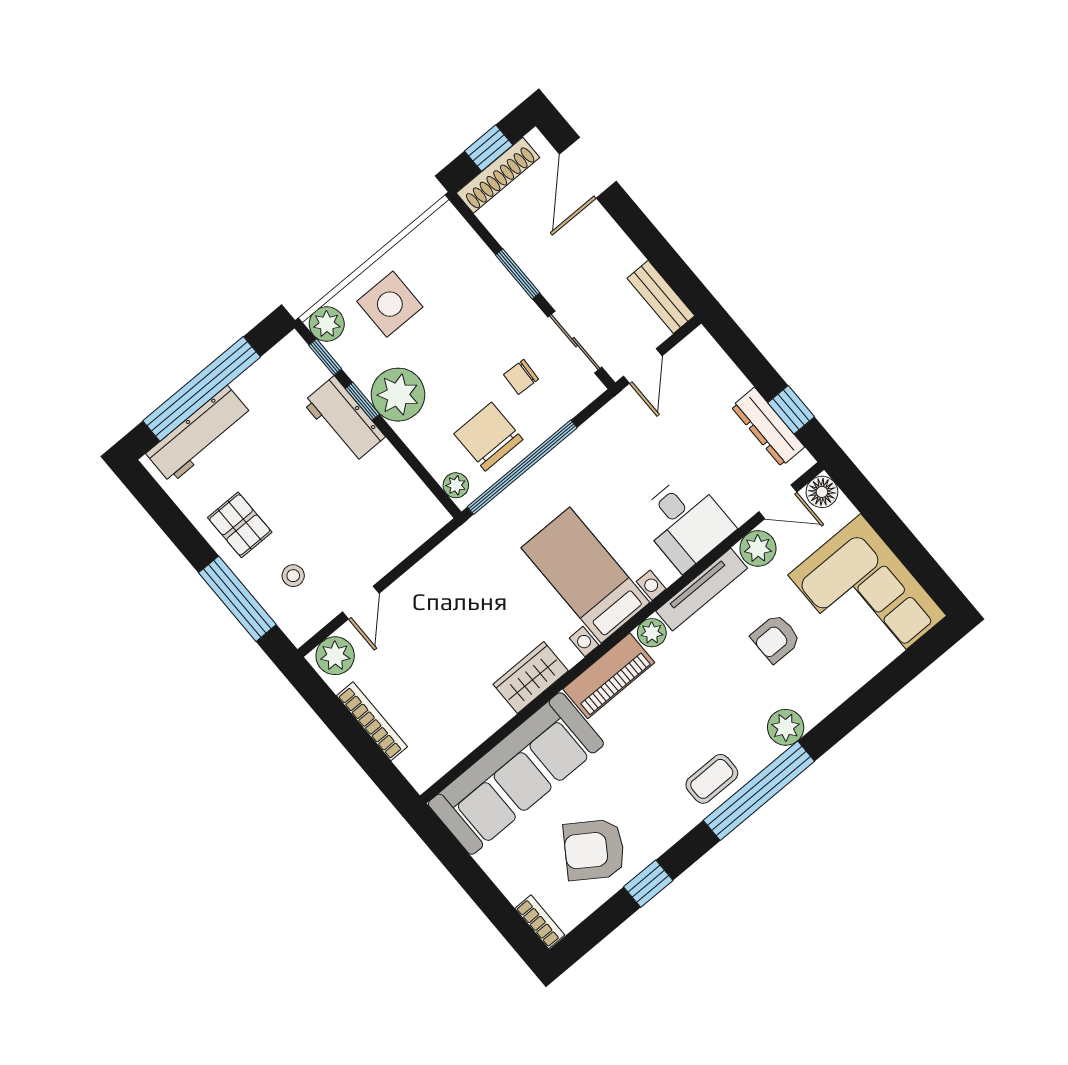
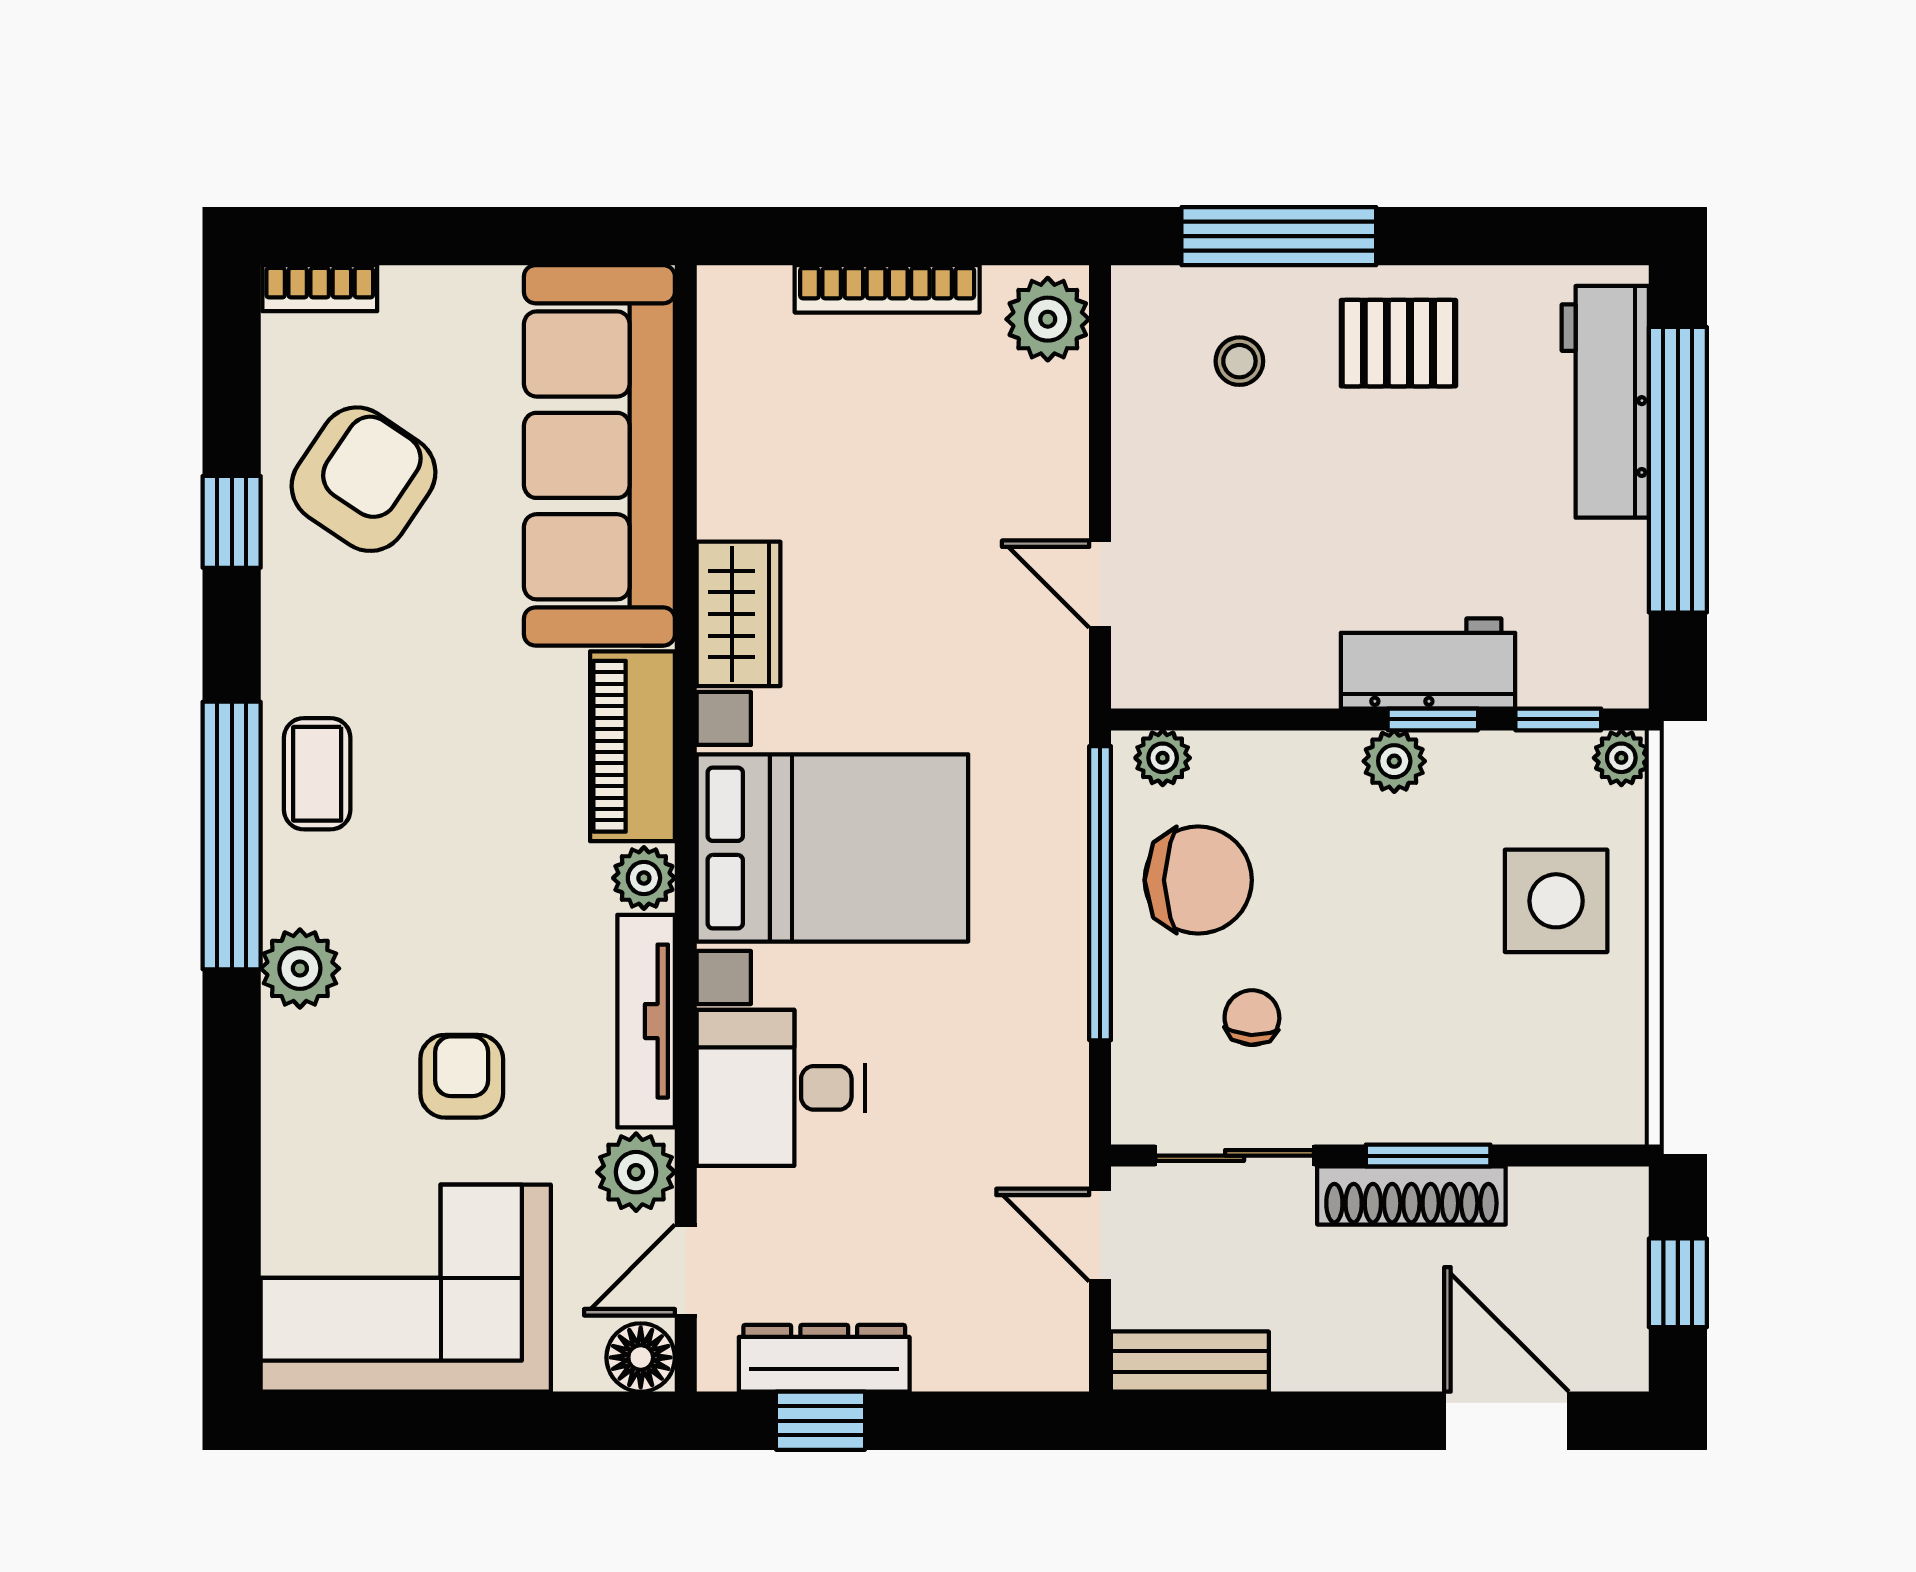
shoe rack: (498, 175) -> (1411, 1195), moved, turned -90
plant: (327, 324) -> (1621, 758), width x0.73, depth x0.73
plant: (398, 395) -> (1394, 761), width x0.53, depth x0.53
bed with nightstands: (585, 575) -> (832, 848), width x1.36
door: (361, 603) -> (1100, 584), moved

